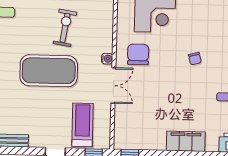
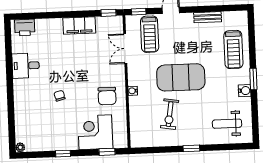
double door: (113, 85) -> (125, 49), moved
filing cabinet: (186, 141) -> (79, 25), moved

